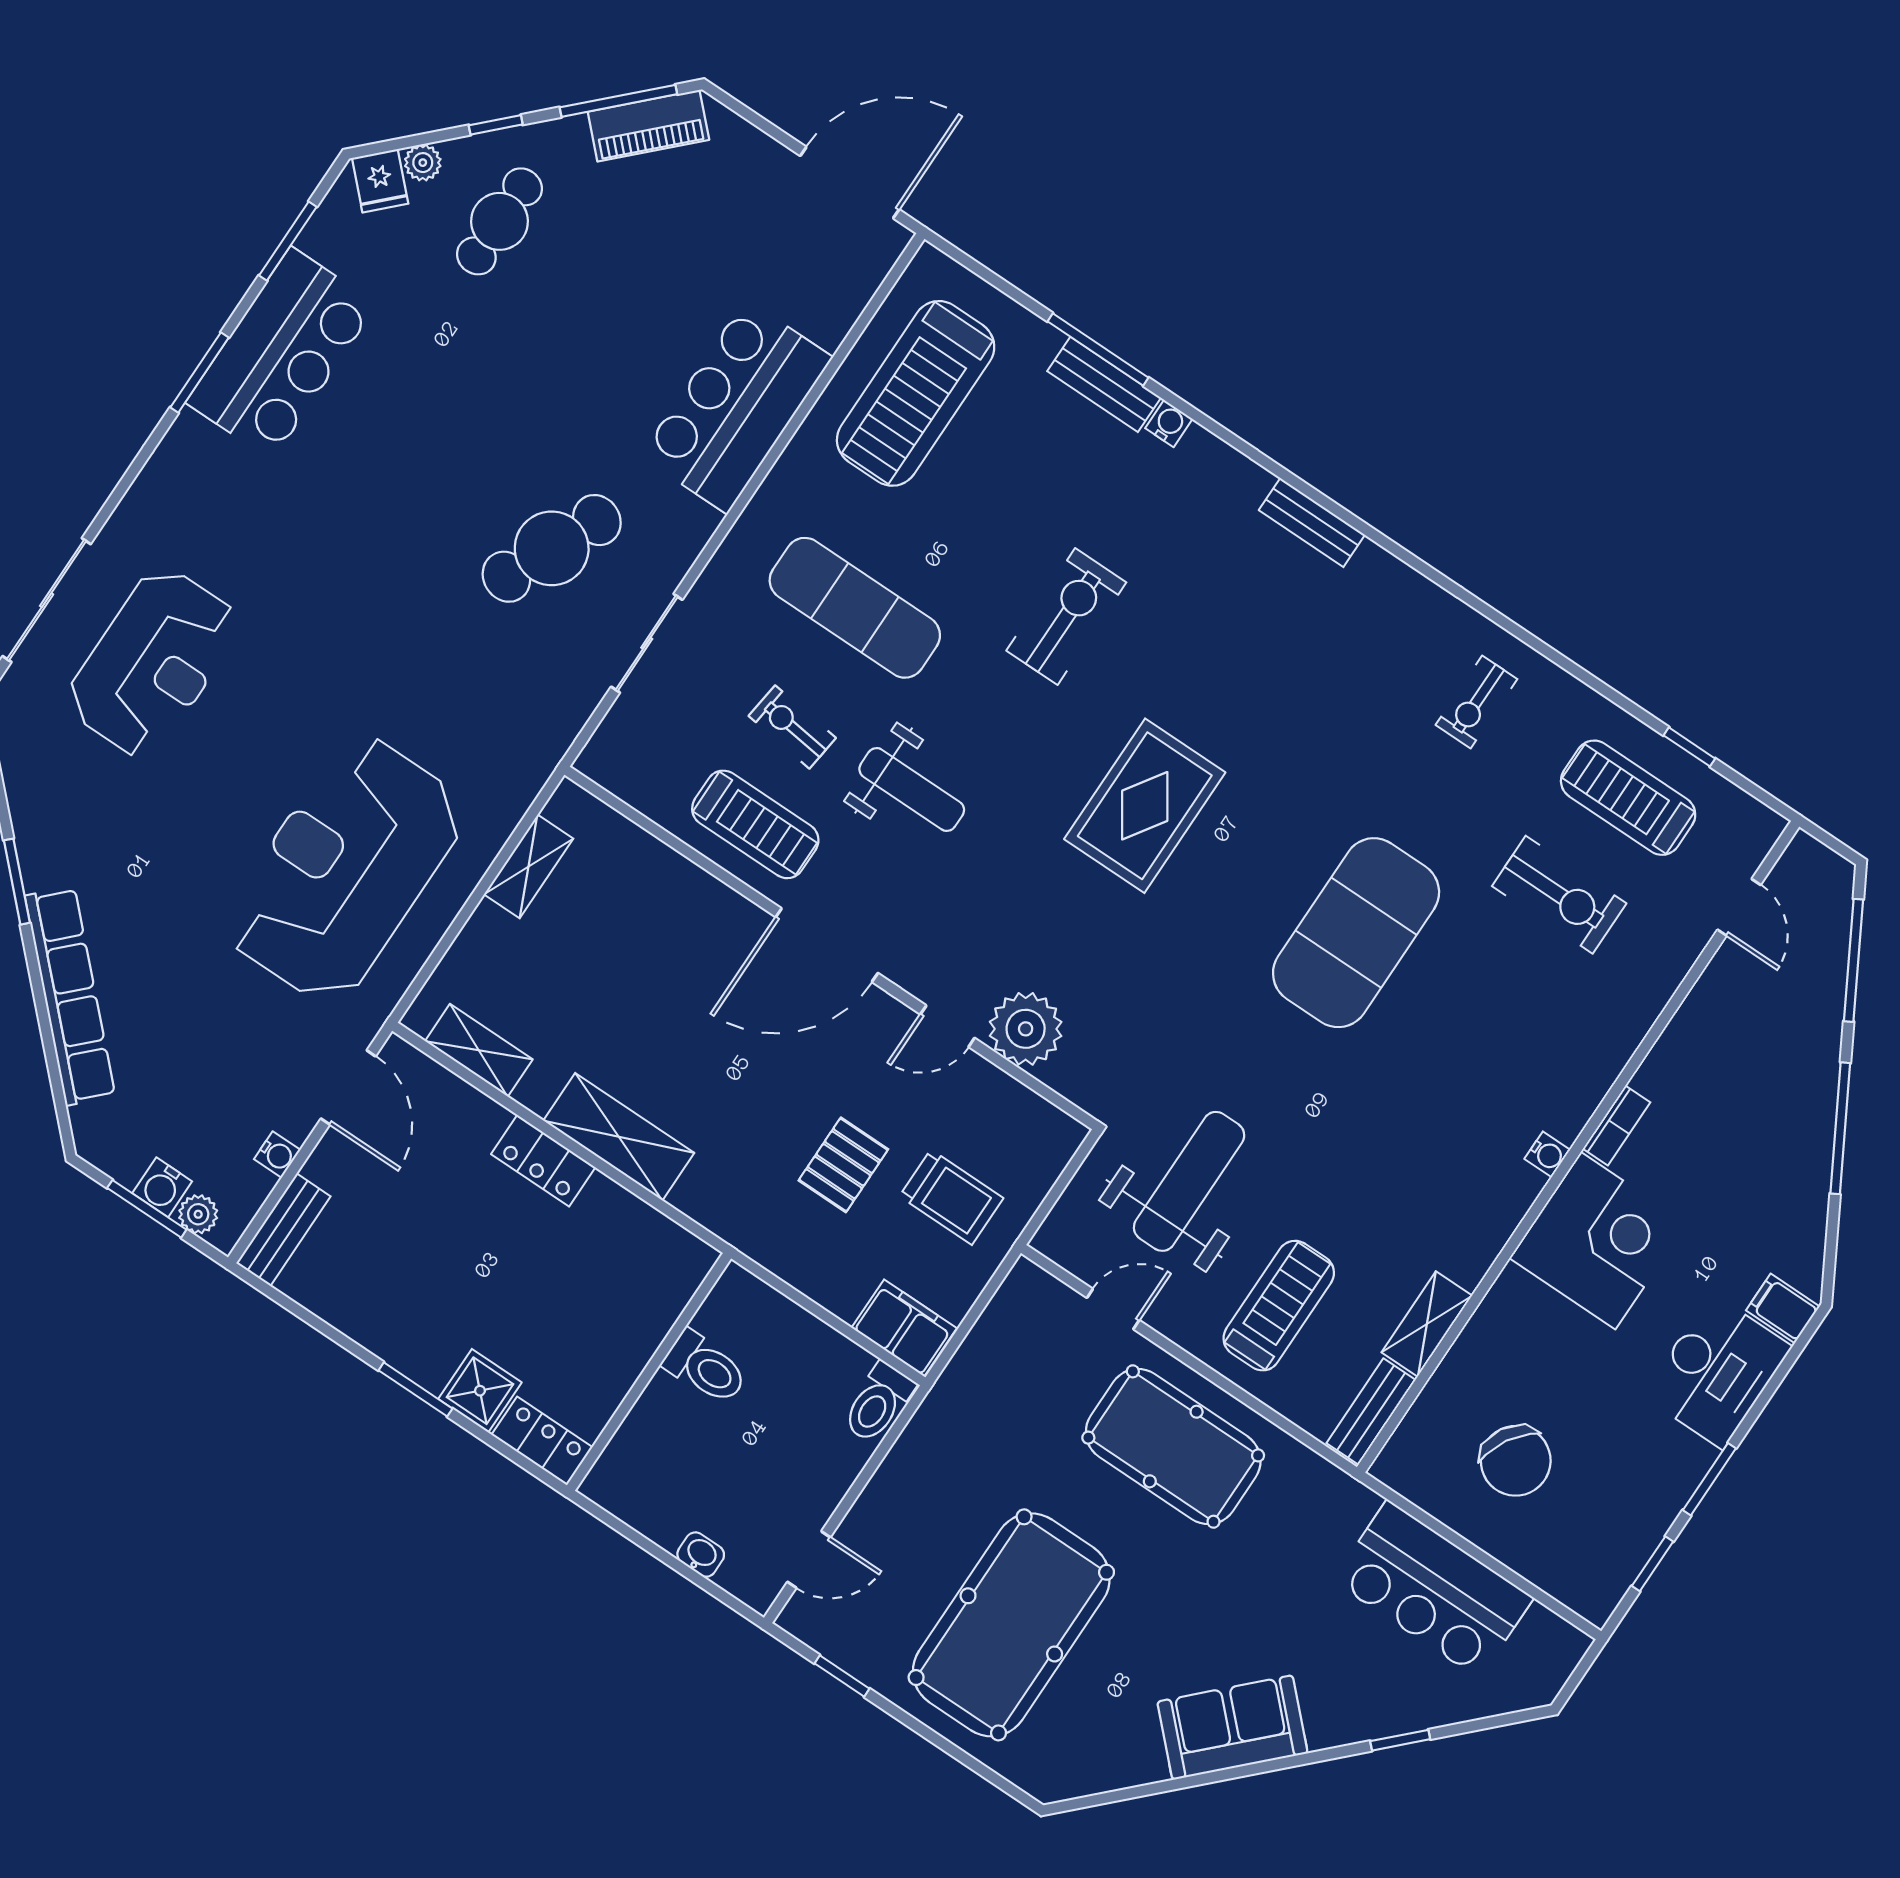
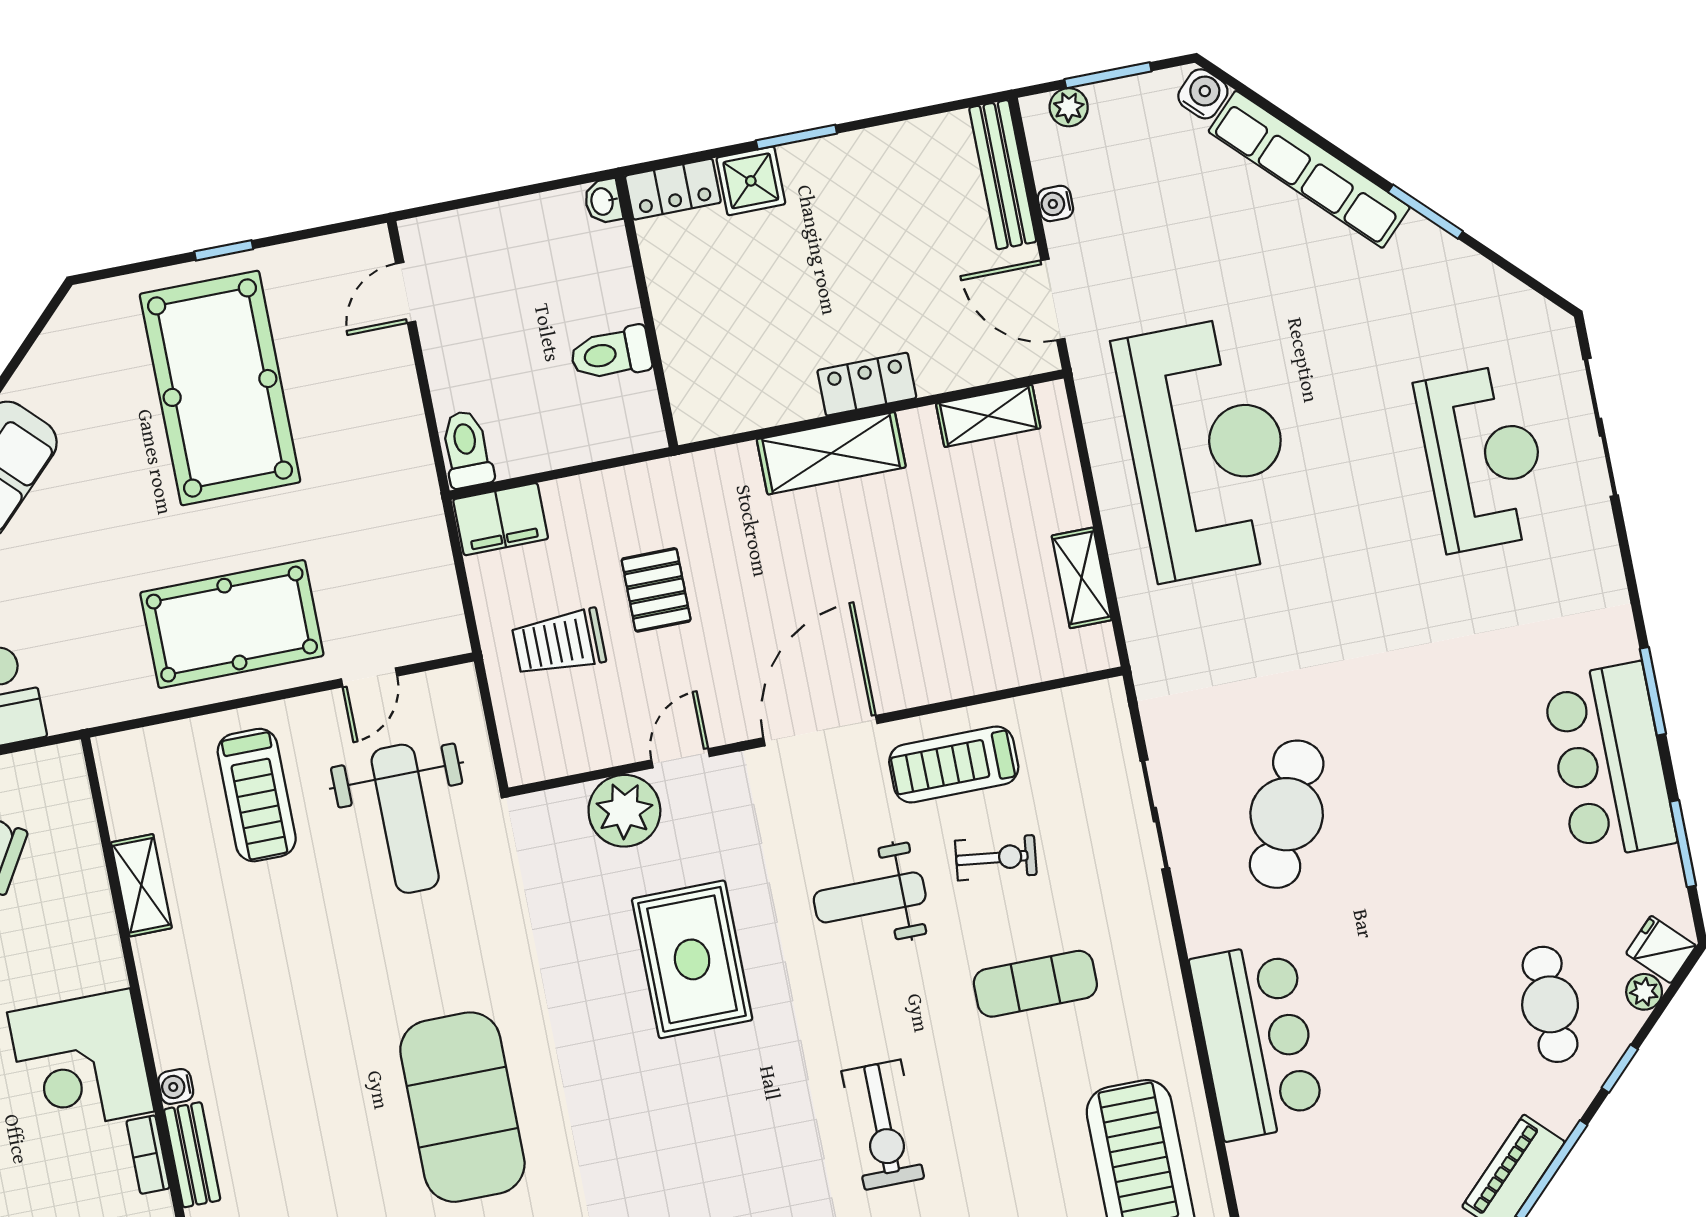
exercise mat: (855, 608) -> (1035, 984), width x0.73, depth x0.69
reception desk: (153, 663) -> (1483, 458), turned 180
rug: (1145, 806) -> (692, 959), moved
water cooler: (162, 1187) -> (1203, 94), moved, turned 45
bench: (283, 1230) -> (1003, 175), width x1.36
bench: (1371, 1412) -> (192, 1155), moved
washbasin: (701, 1555) -> (603, 201), moved, turned 90
window: (842, 1676) -> (224, 250), moved

